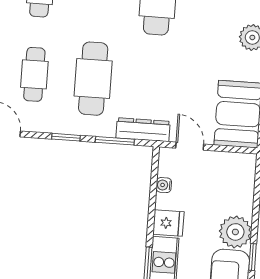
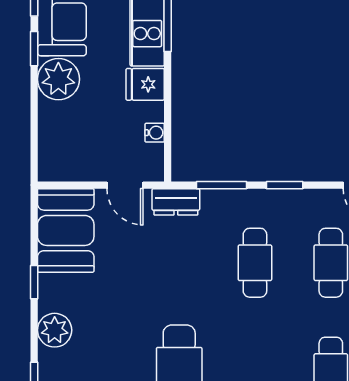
cafe table: (93, 79) -> (255, 263), width x0.73, depth x0.74
dresser: (143, 130) -> (176, 202), width x0.70

